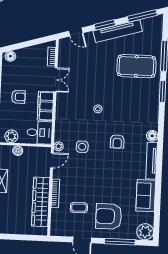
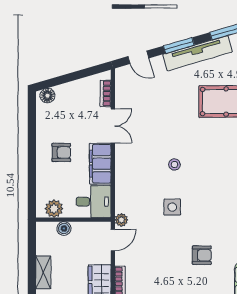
armchair: (117, 141) -> (202, 255), moved, turned -90
side table: (82, 147) -> (172, 207), moved

